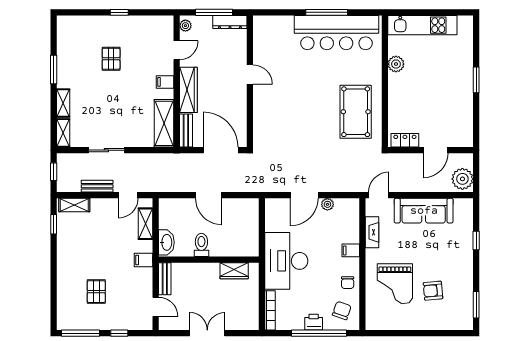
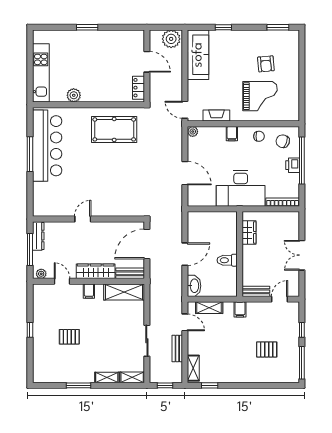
plant: (327, 204) -> (193, 132), moved
sofa: (424, 211) -> (198, 55), moved
washbasin: (166, 242) -> (194, 286), moved, turned 90

